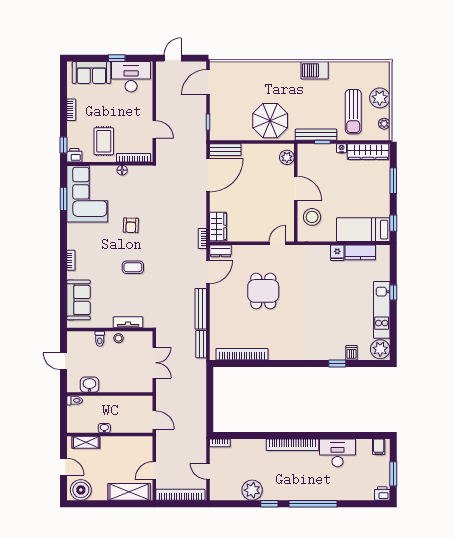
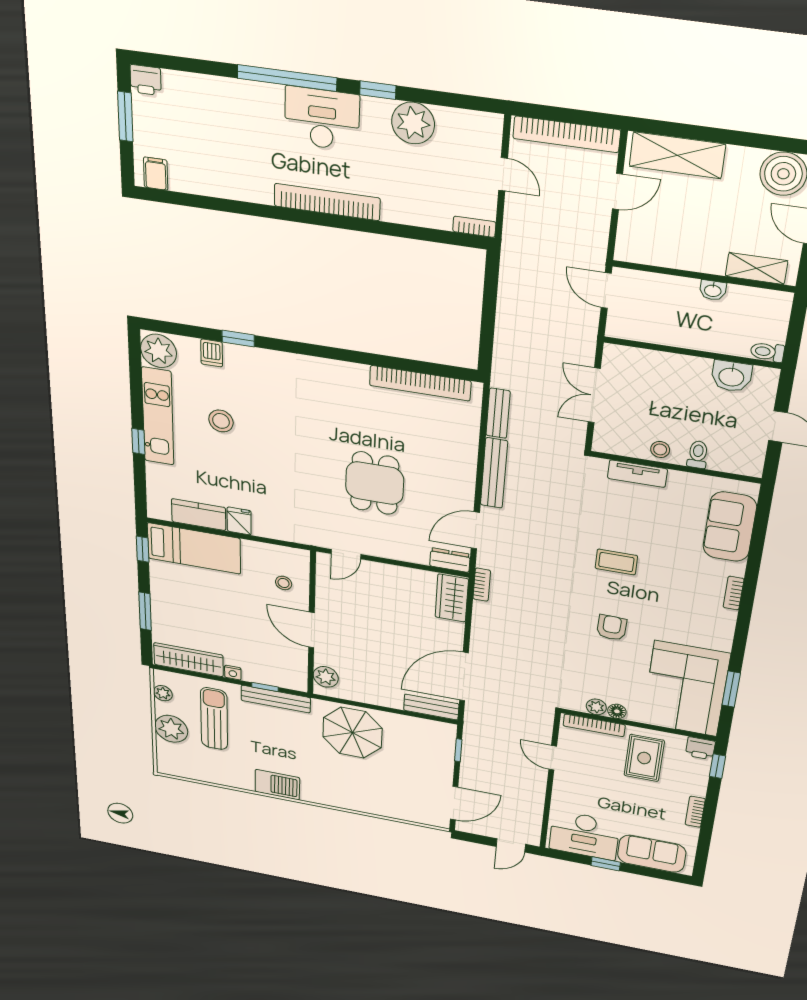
plant: (134, 171) -> (596, 707), added
stool: (312, 217) -> (284, 583), width x0.53, depth x0.53
stool: (347, 313) -> (221, 421), added
desk: (338, 453) -> (322, 119), moved, turned 180

